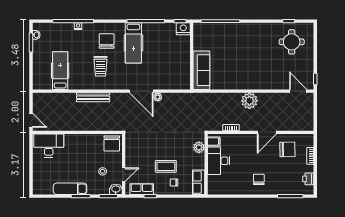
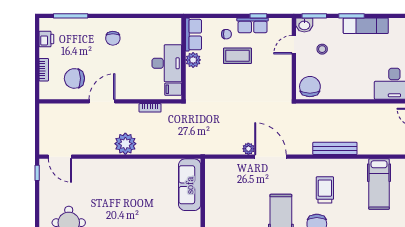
plant: (199, 147) -> (193, 60), moved
row of seats: (142, 189) -> (253, 25), moved

